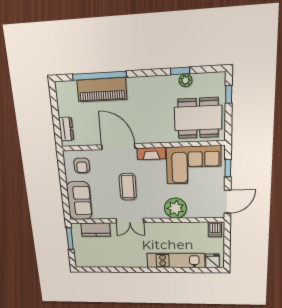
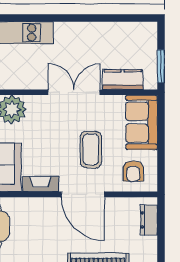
armchair: (82, 165) -> (133, 171), turned 180
coffee table: (128, 187) -> (91, 149), moved
double door: (130, 221) -> (74, 92), width x1.37

